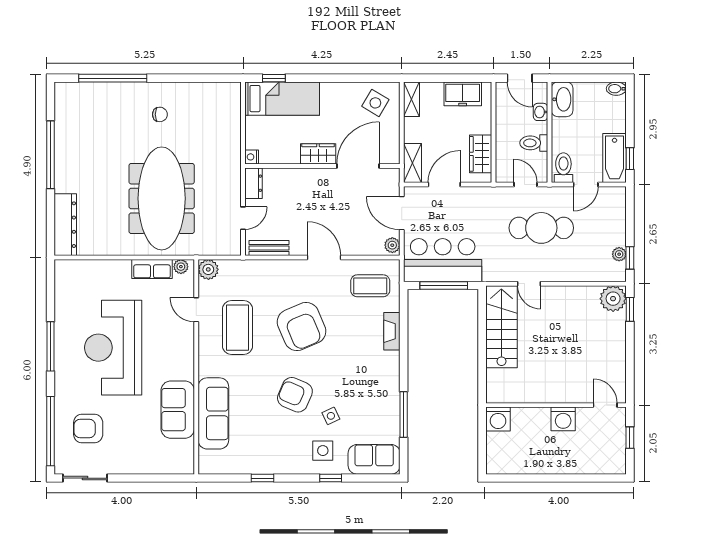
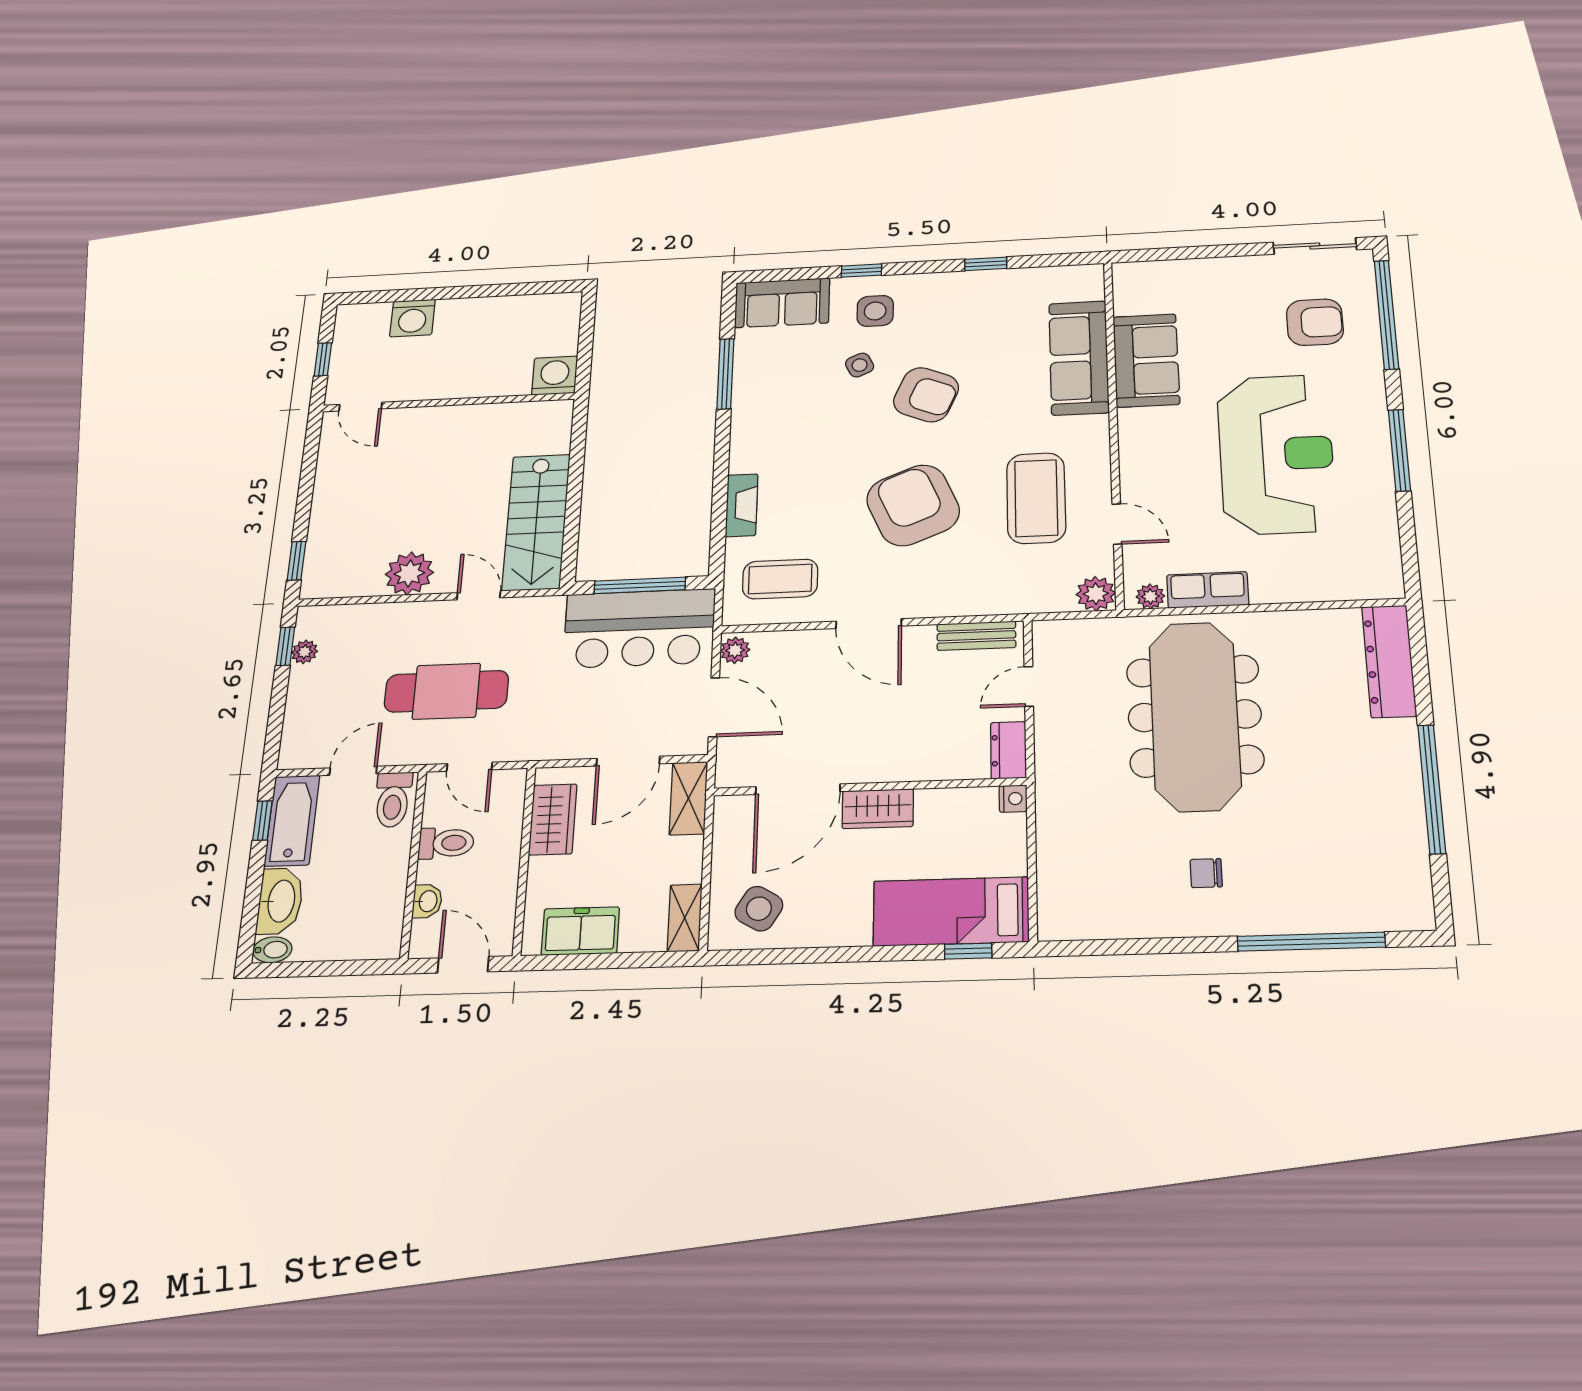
washbasin: (562, 99) -> (280, 901), moved, turned 180
plant: (613, 299) -> (409, 573), moved
washing machine: (563, 419) -> (412, 318), moved, turned 180

